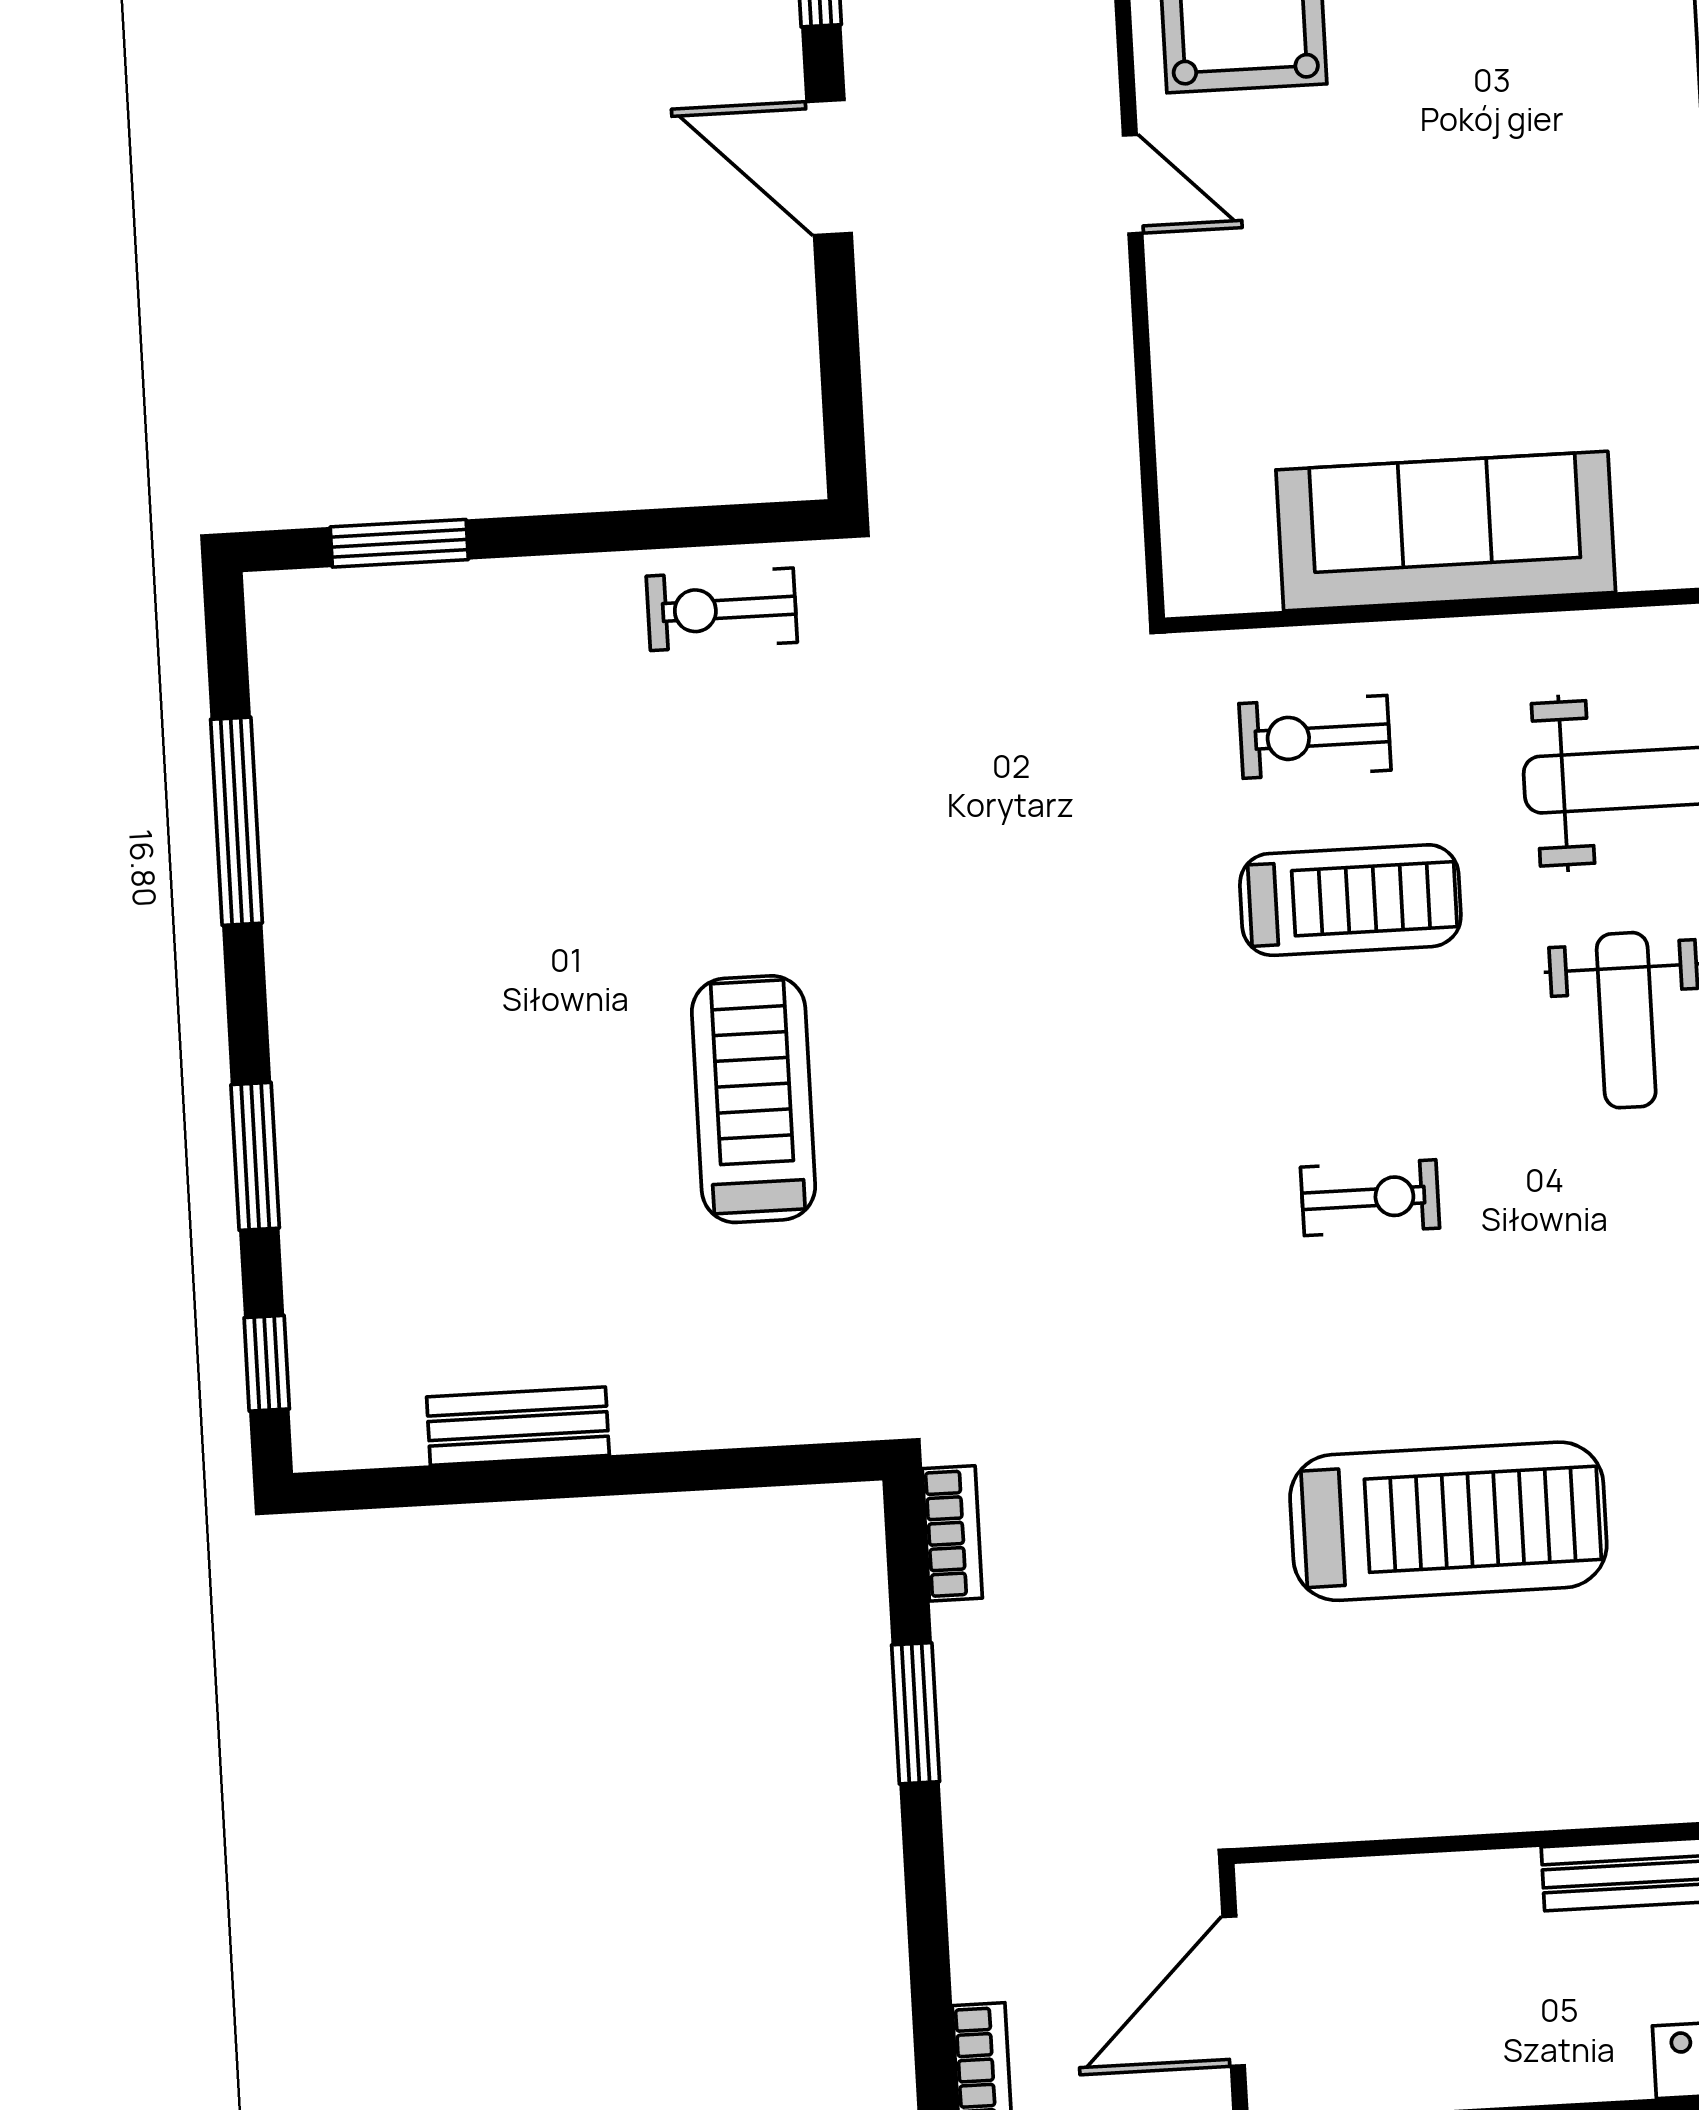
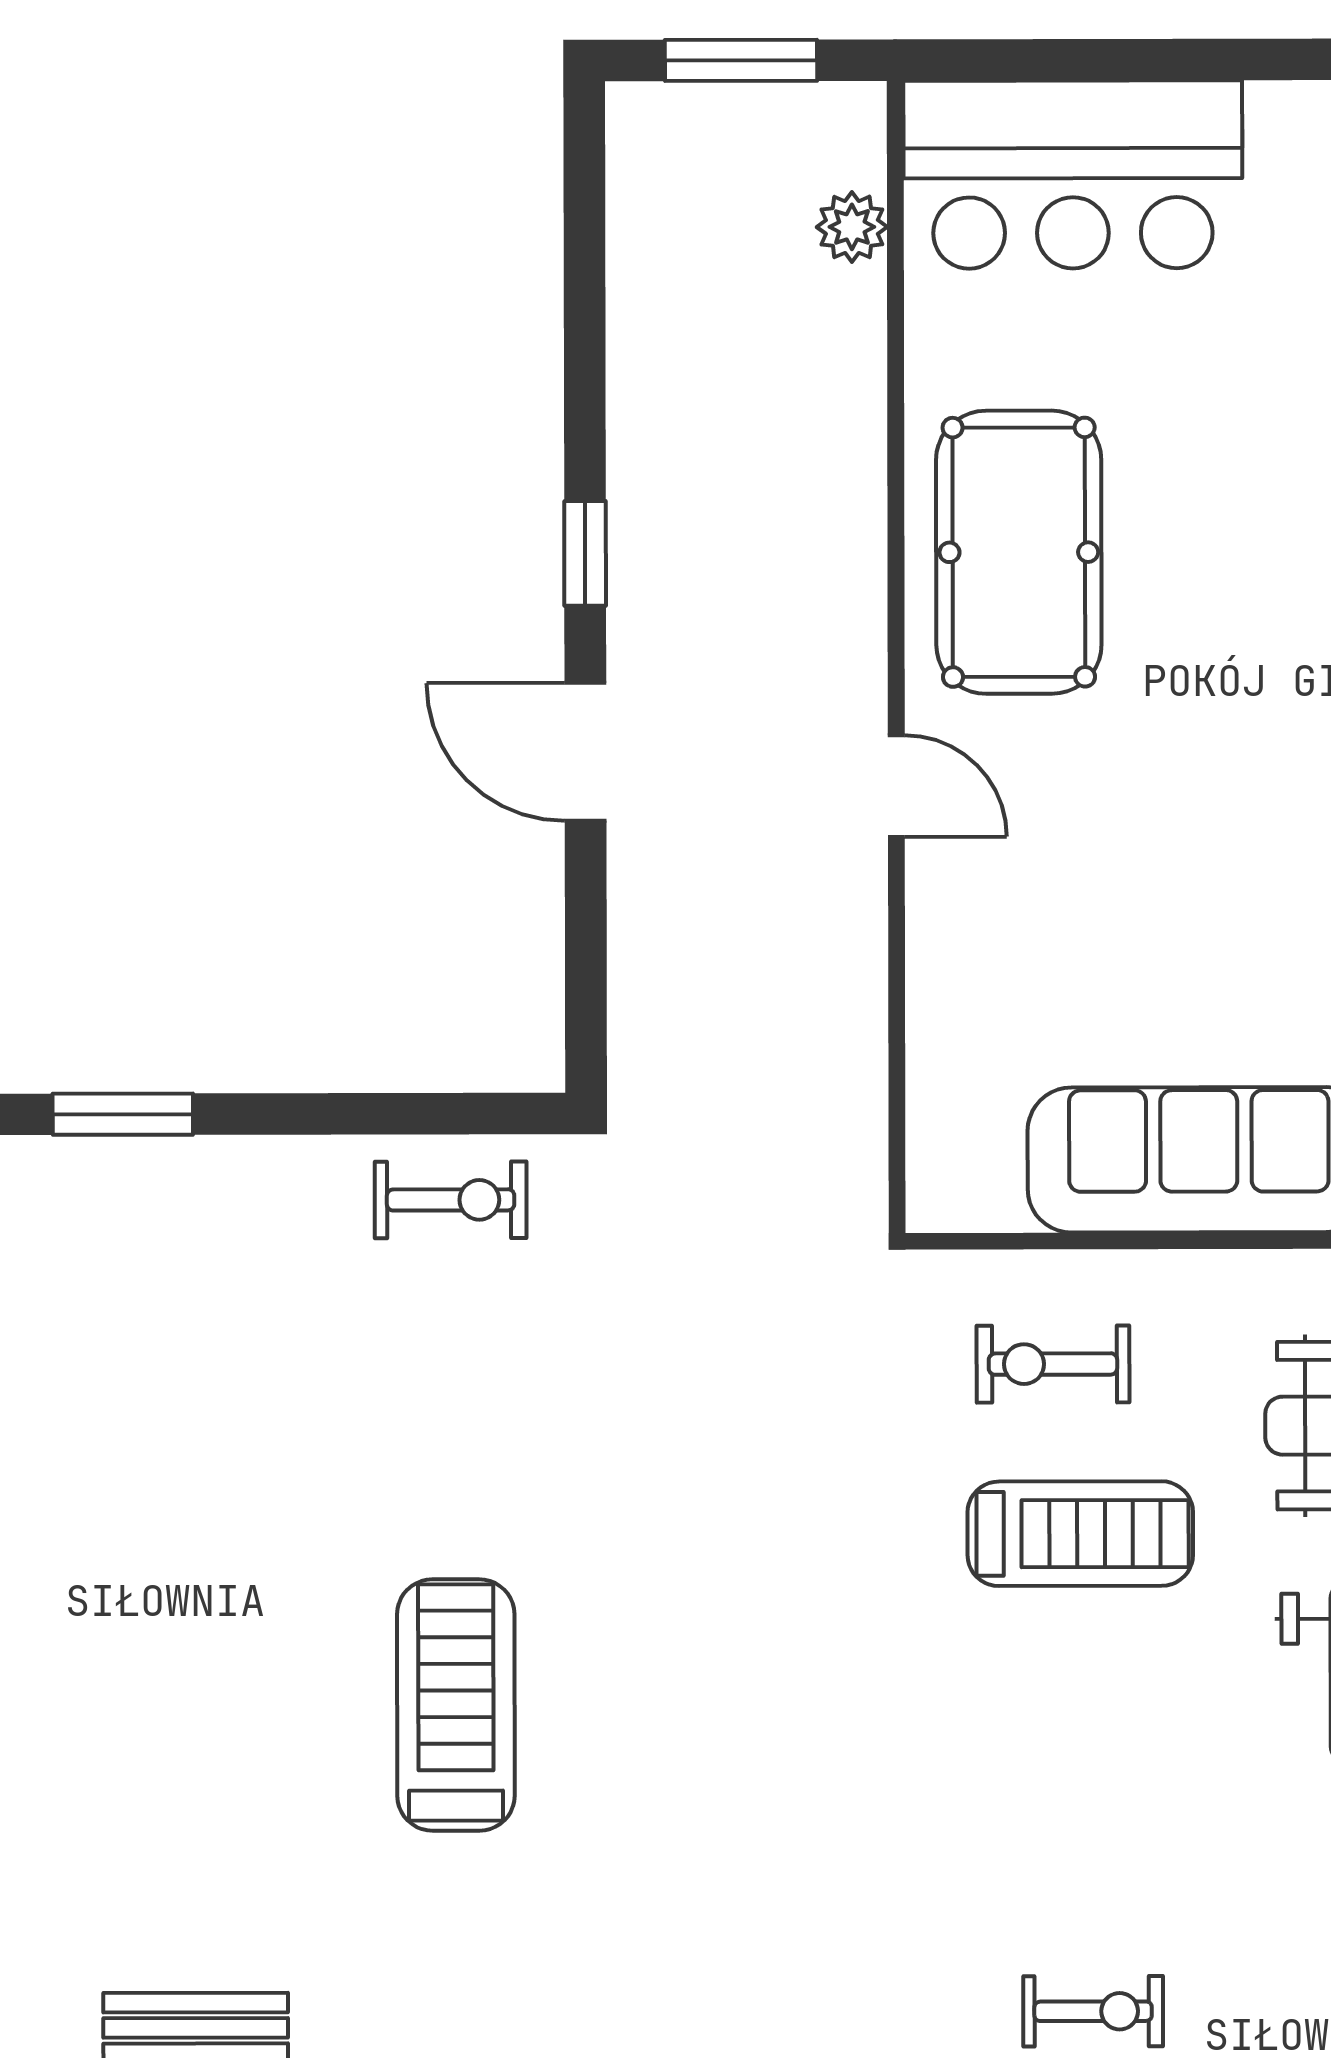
exercise bike: (722, 609) -> (451, 1200), turned 180
exercise bike: (1370, 1198) -> (1093, 2011), moved

